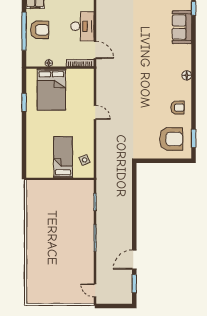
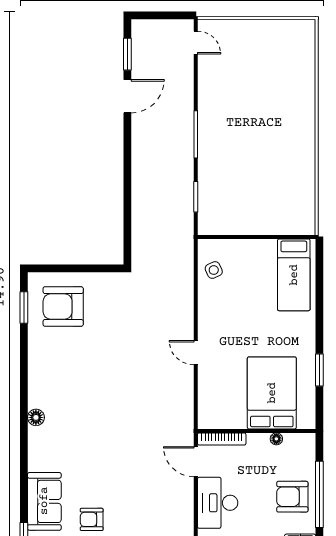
armchair: (177, 108) -> (92, 519), moved
bed: (63, 157) -> (294, 275), moved

